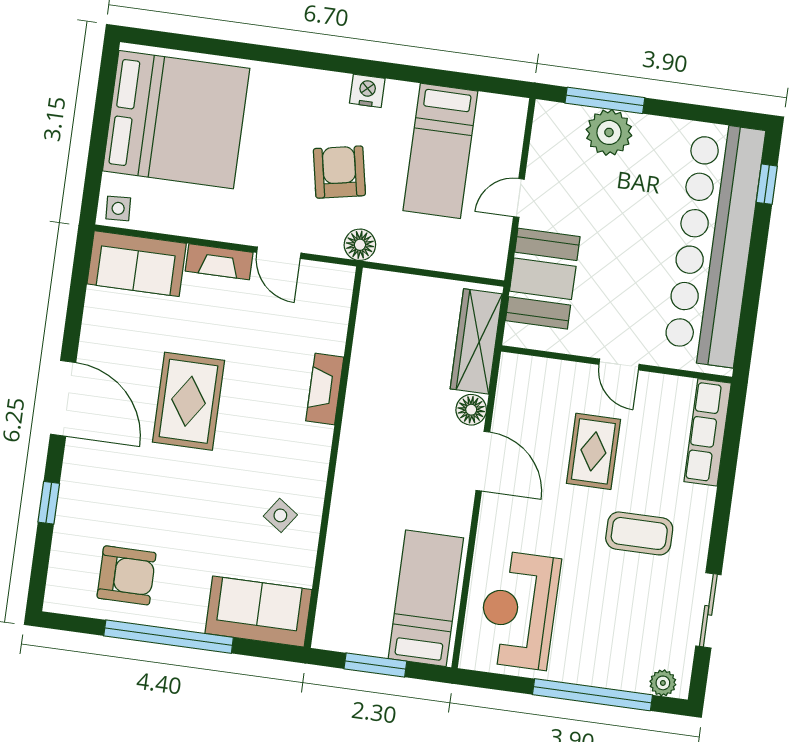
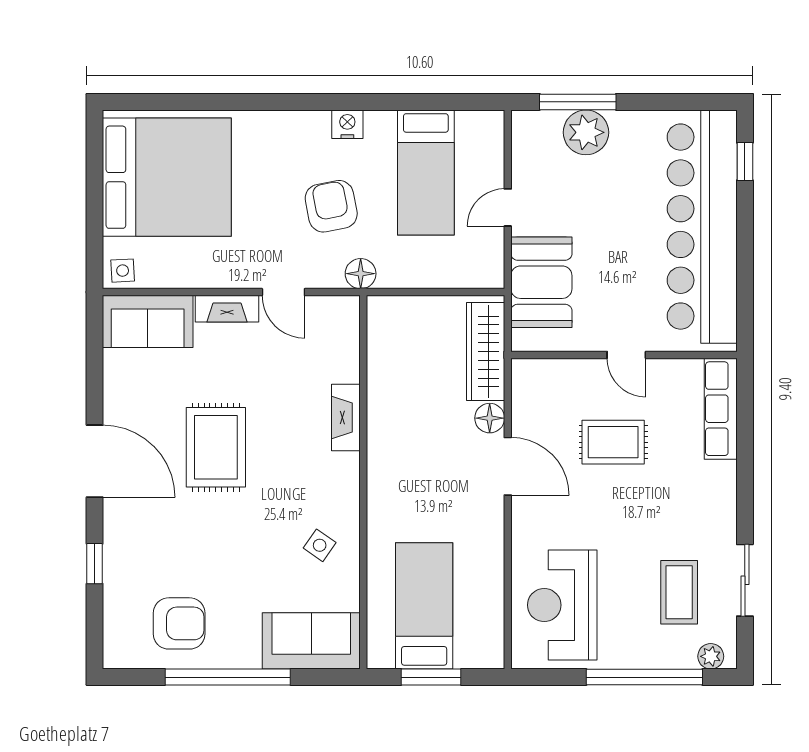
rug: (593, 451) -> (613, 442), turned 90
coffee table: (639, 533) -> (679, 592), moved, turned 90
bed: (426, 598) -> (424, 606), moved

